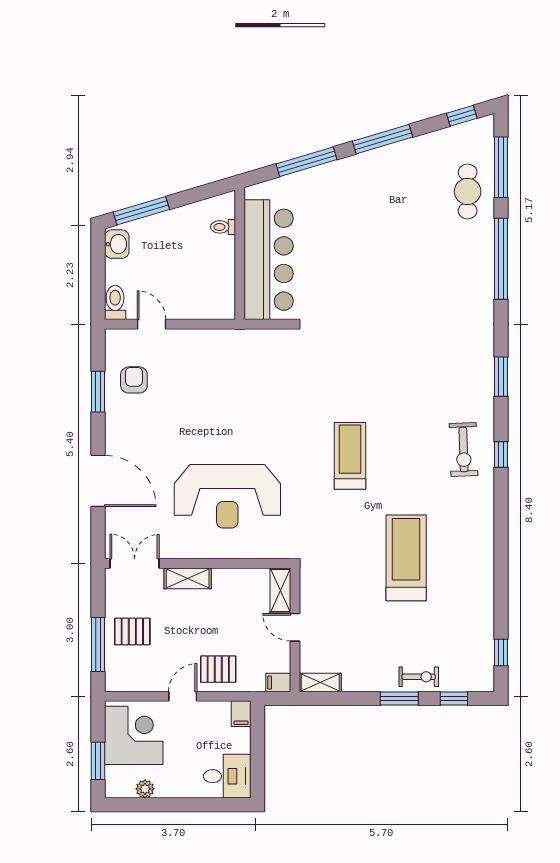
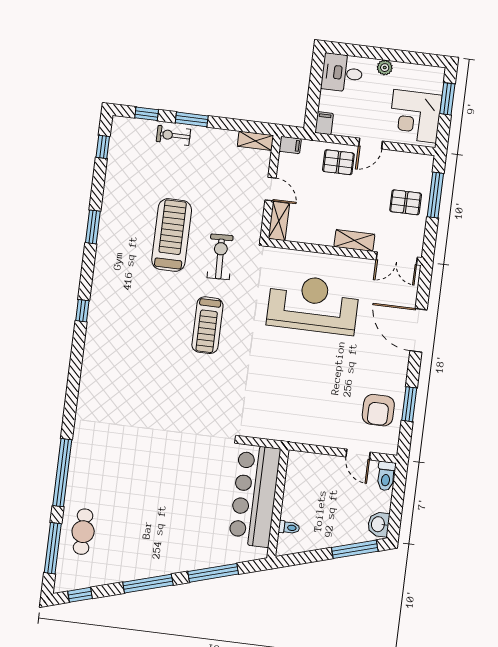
window: (501, 377) -> (93, 227), moved
armchair: (134, 380) -> (378, 410), width x1.38, depth x1.38
exercise bike: (464, 449) -> (220, 257), moved
treadmill: (406, 558) -> (172, 235), turned 180
plant: (145, 789) -> (385, 68), moved

